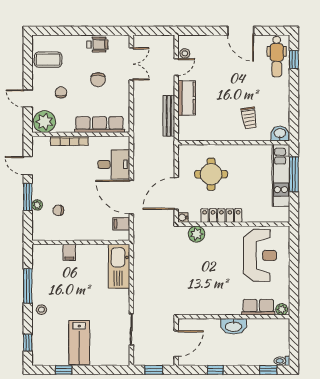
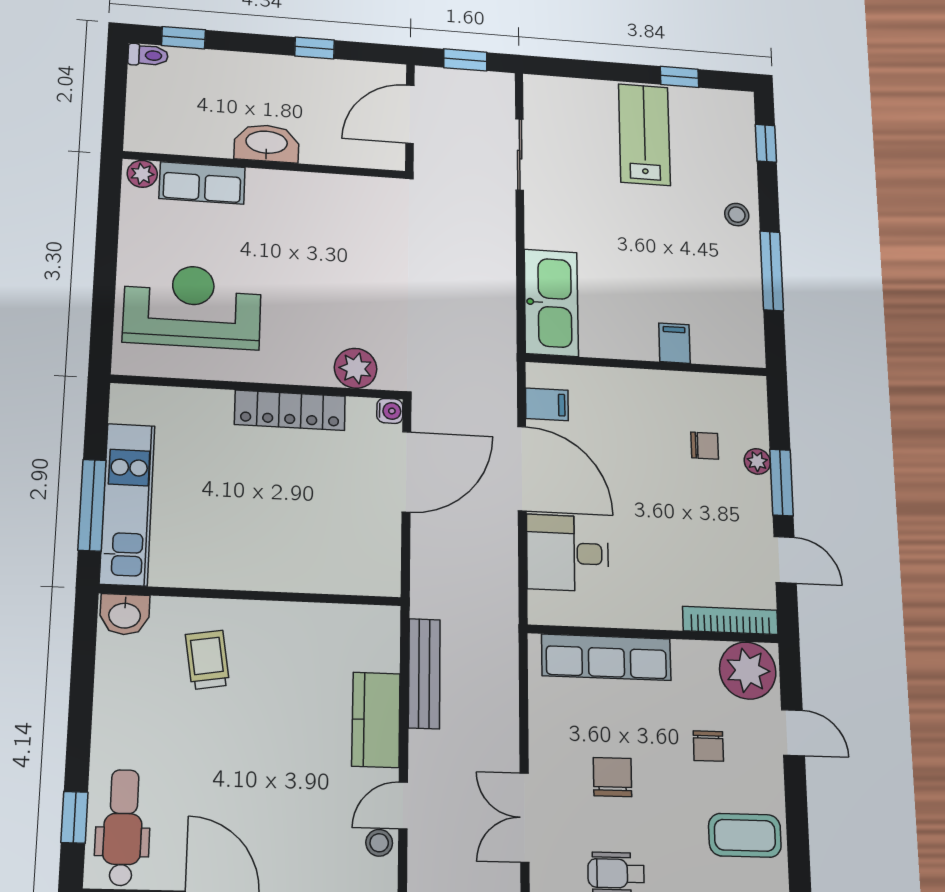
bookcase: (69, 141) -> (730, 620), moved
round table: (211, 174) -> (314, 516), removed
reception desk: (260, 255) -> (192, 306), turned 90

